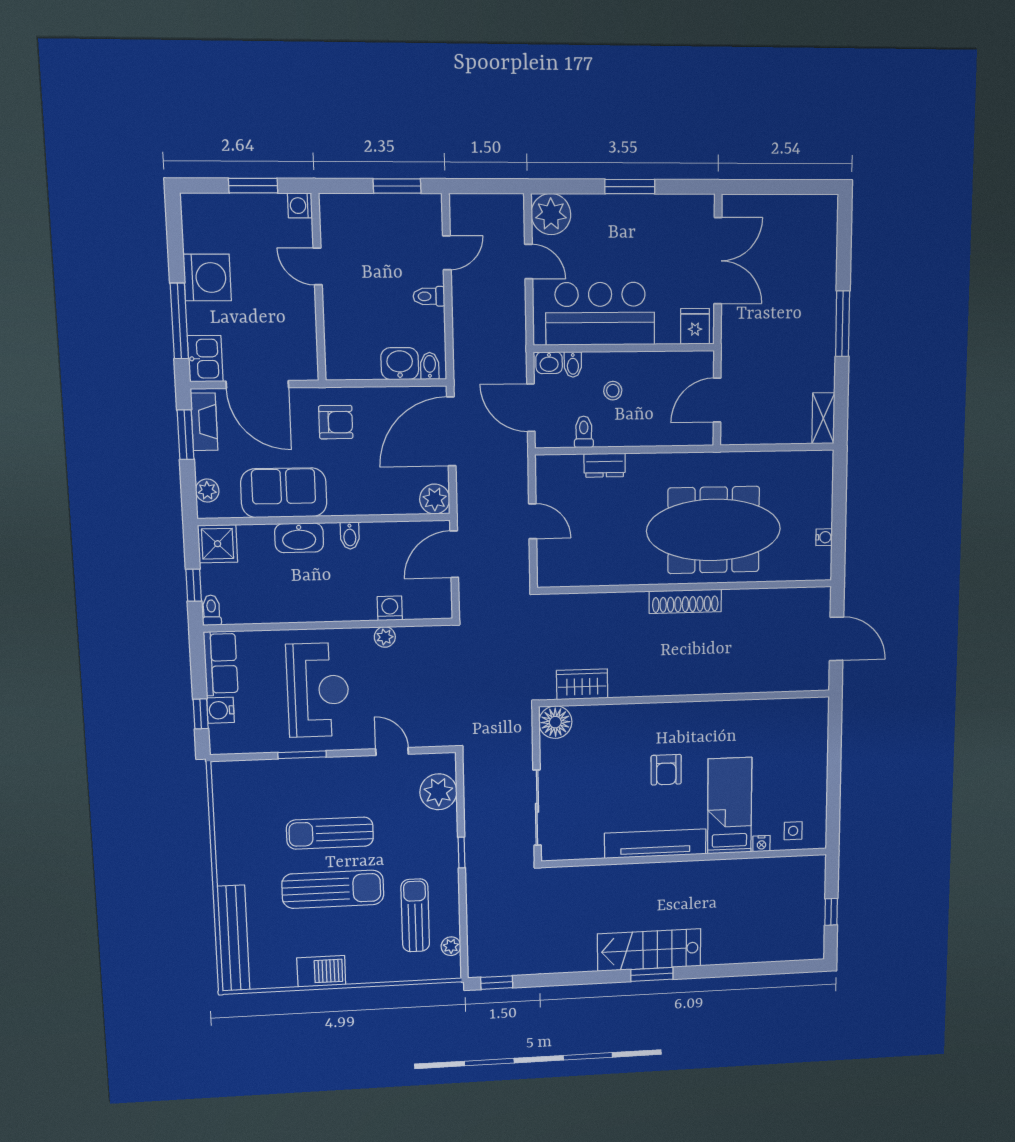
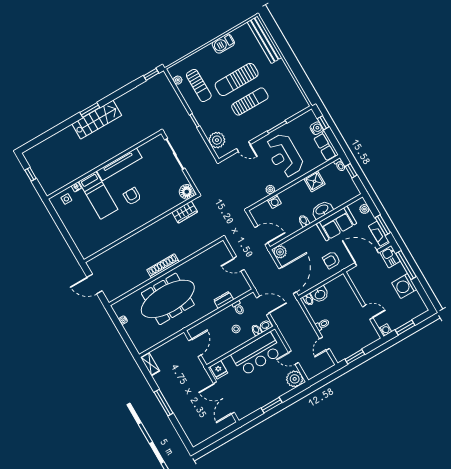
shower: (218, 544) -> (315, 181), moved
door: (454, 554) -> (261, 235), hinge flipped

